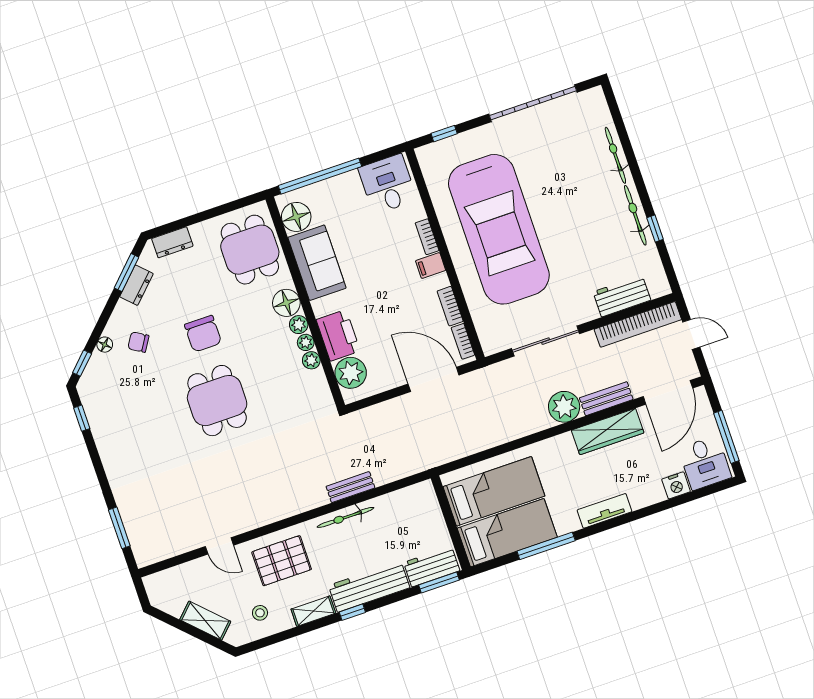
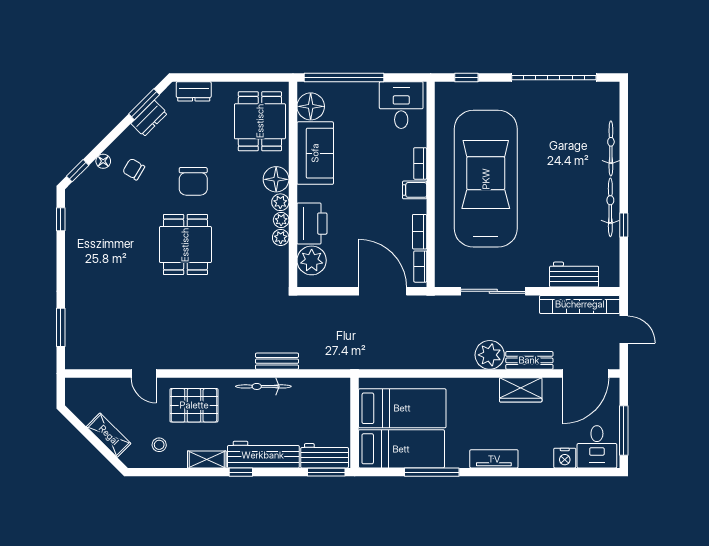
car: (499, 229) -> (486, 179), turned 180
wardrobe: (608, 432) -> (521, 390), width x0.67

